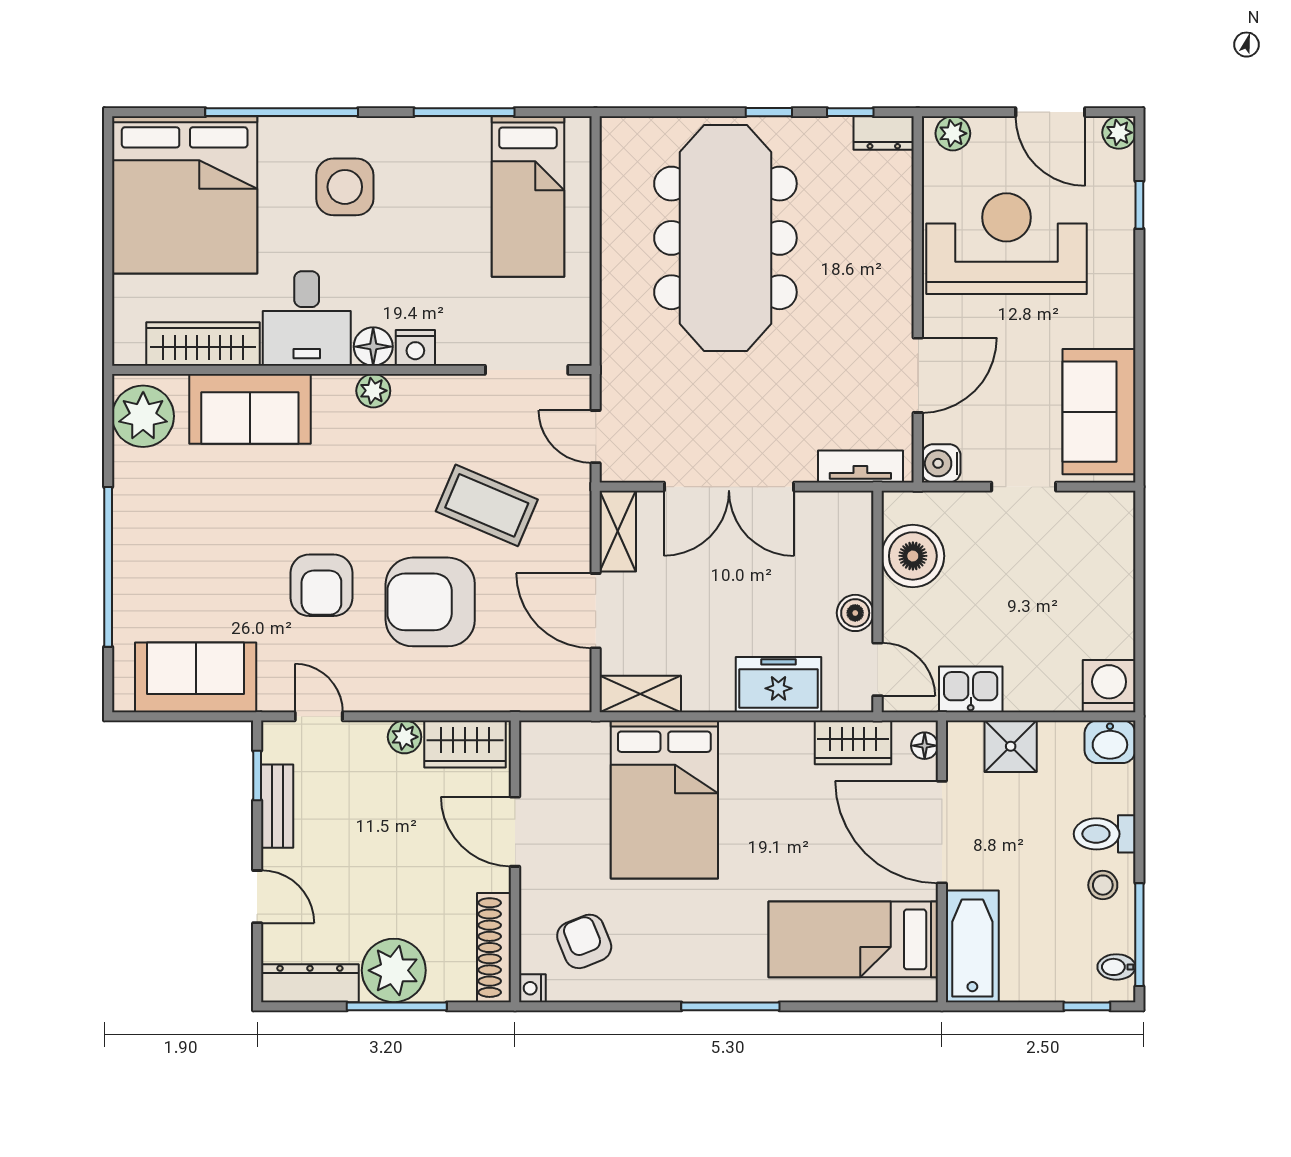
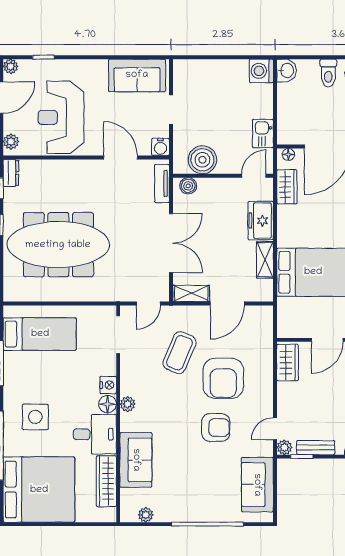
plant: (143, 416) -> (146, 515), width x0.53, depth x0.53
boiler: (855, 613) -> (188, 186), moved
shelving: (640, 694) -> (265, 260), moved
plant: (405, 737) -> (284, 447), moved
shower: (1011, 746) -> (289, 115), removed

